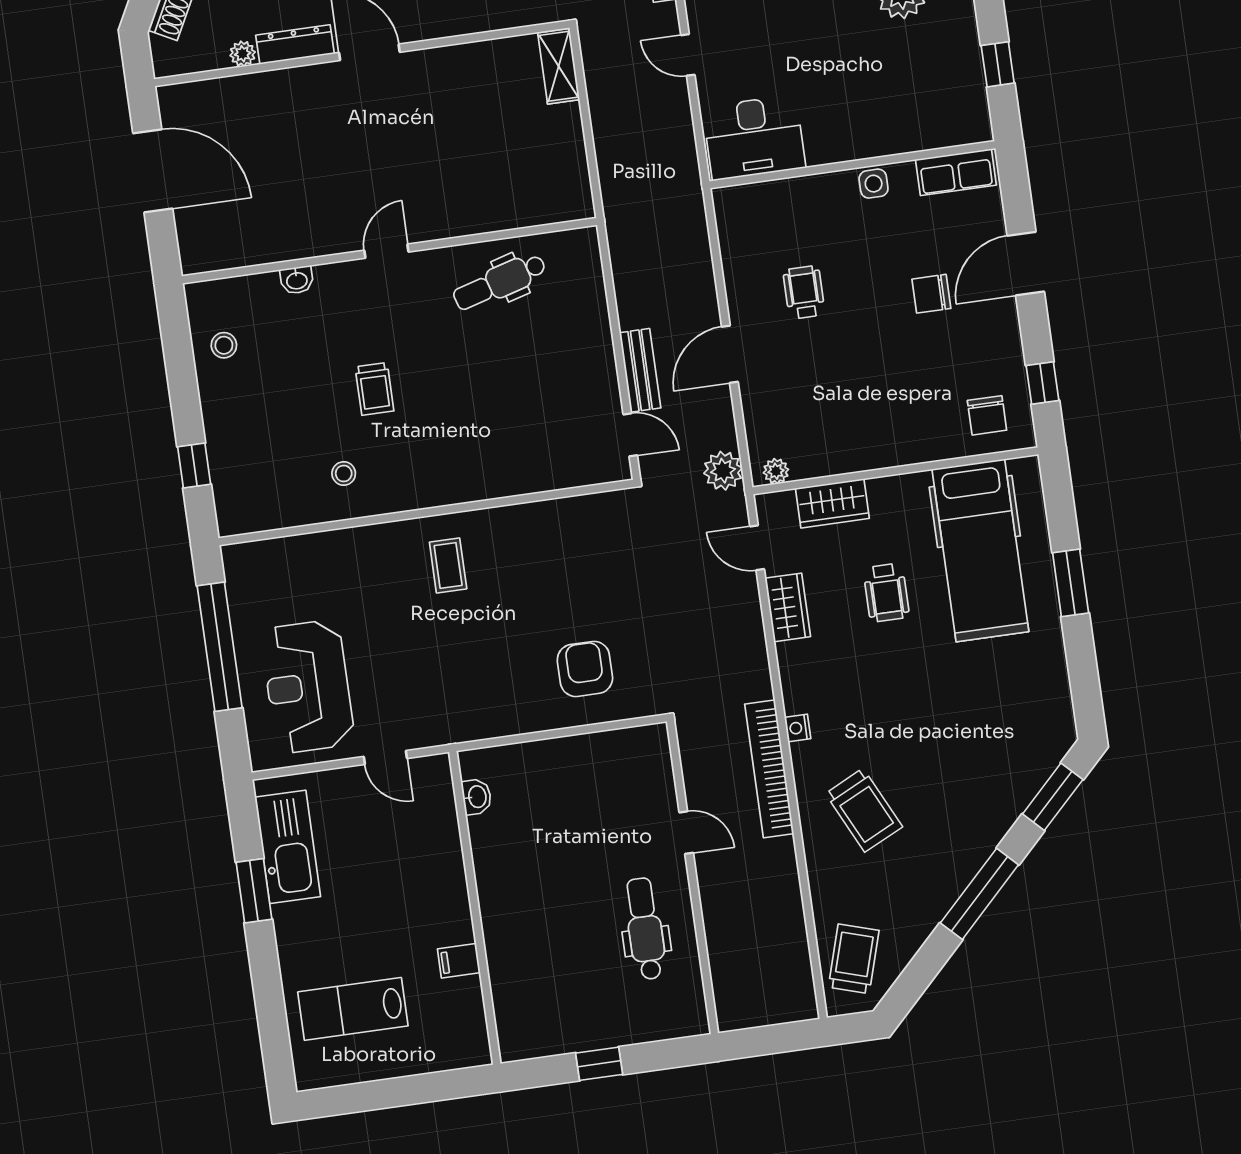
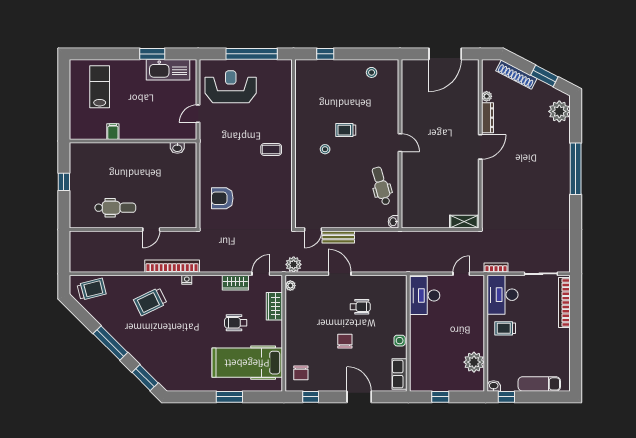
washbasin: (297, 280) -> (393, 222), moved
chair: (931, 294) -> (345, 341), moved
chair: (987, 415) -> (301, 373), turned -90
stool: (344, 473) -> (325, 149), moved
armchair: (585, 669) -> (222, 198), turned 180
trolley: (854, 959) -> (92, 289), turned -31

